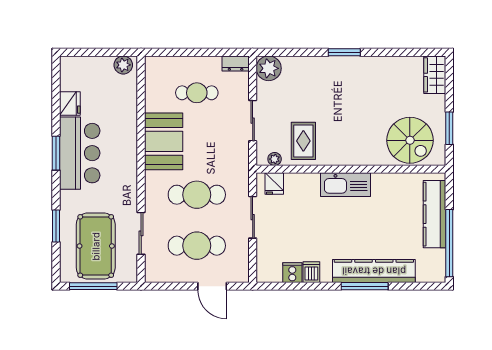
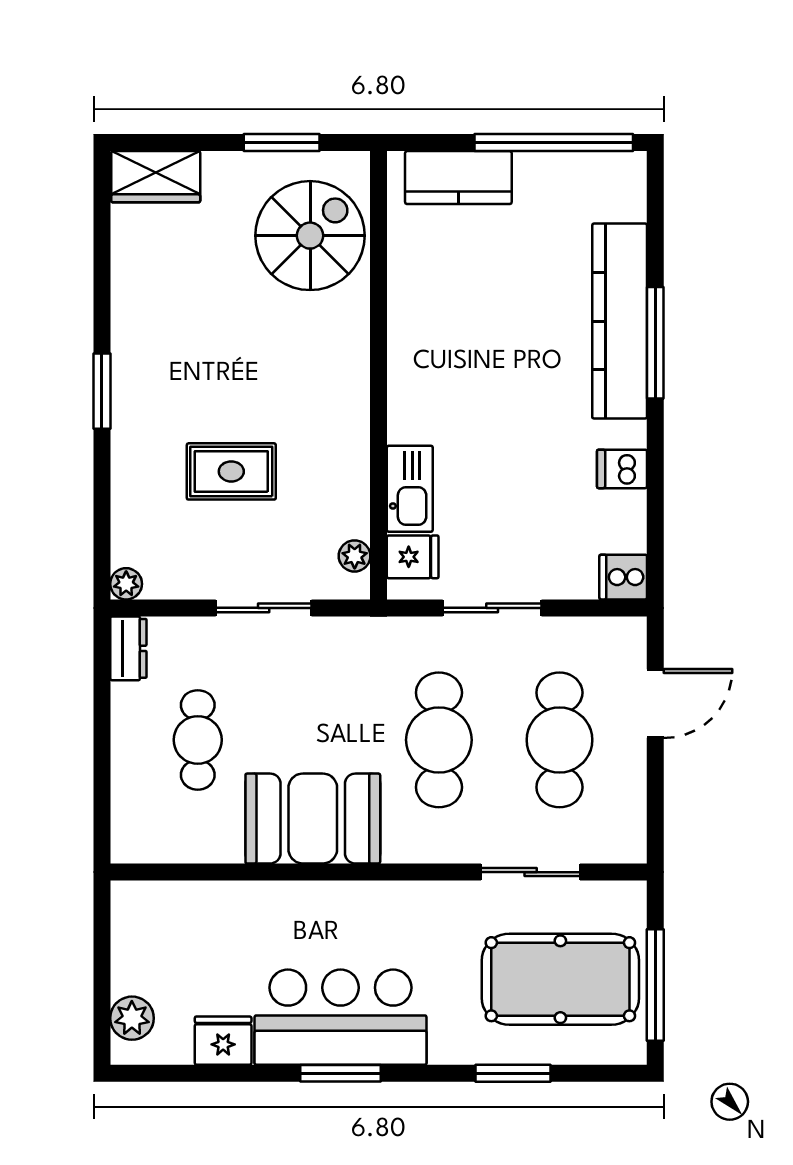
plant: (123, 65) -> (132, 1018), moved
plant: (269, 68) -> (126, 584), width x0.53, depth x0.53
rug: (303, 141) -> (231, 471), moved
kitchen sink: (345, 185) -> (410, 489), moved, width x0.73, depth x0.81
kitchen counter: (434, 214) -> (458, 178), width x0.67
cooker: (292, 273) -> (623, 577), moved

